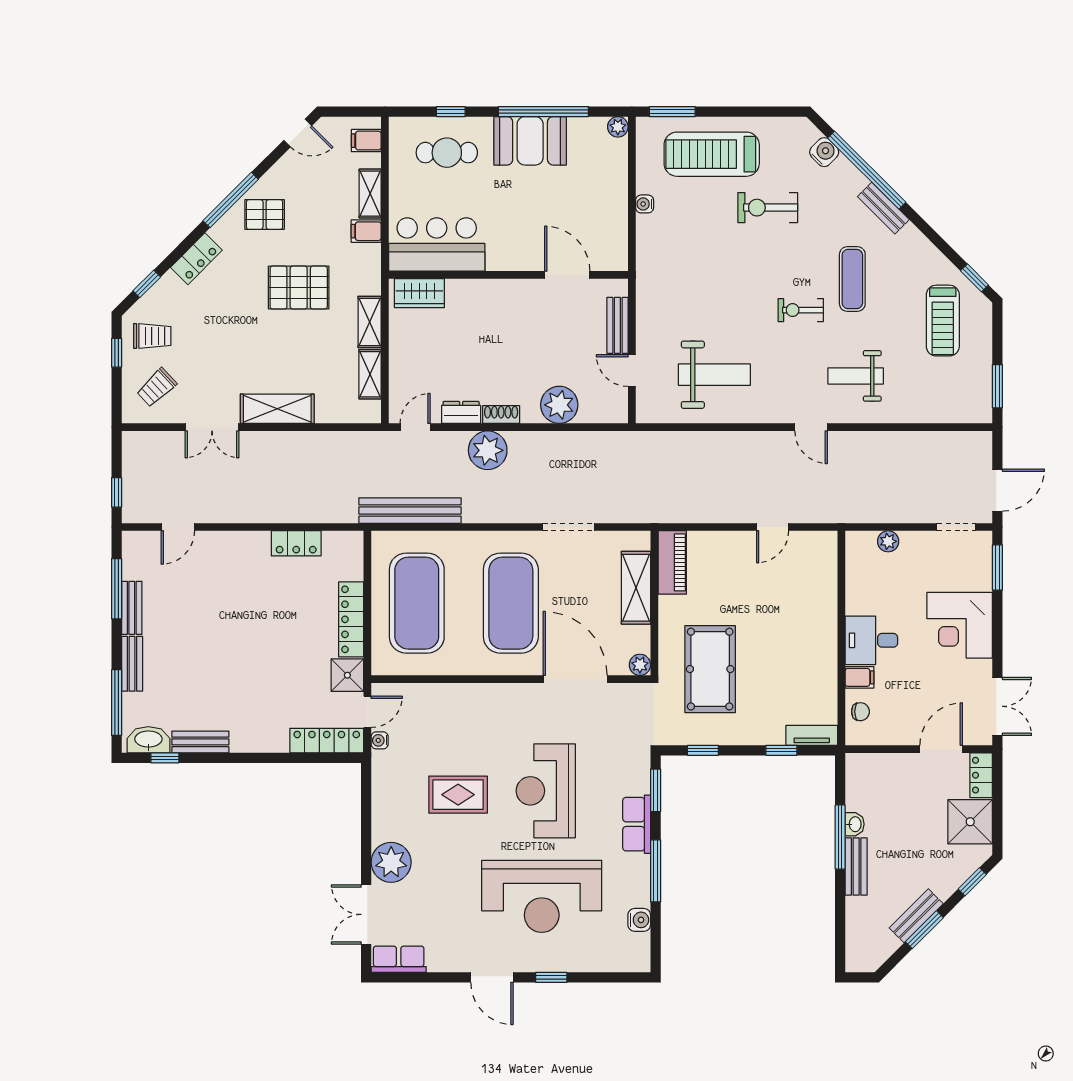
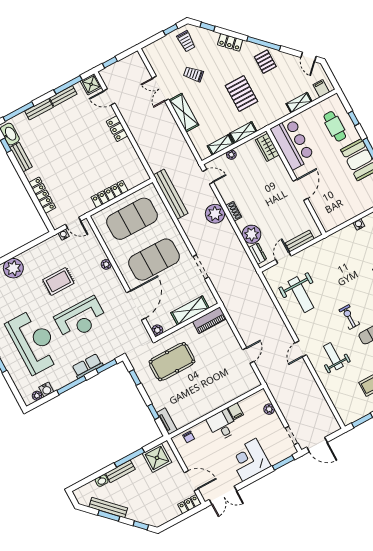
filing cabinet: (366, 231) -> (282, 110), removed
door: (567, 275) -> (300, 190), moved
plant: (398, 364) -> (231, 155), added
trolley: (157, 387) -> (193, 74), moved
dresser: (461, 412) -> (258, 253), moved
door: (773, 527) -> (248, 356), swing flipped
locker: (296, 543) -> (117, 129), moved
shower: (347, 675) -> (91, 84), moved
filing cabinet: (860, 677) -> (236, 411), moved
plant: (474, 693) -> (106, 264), added
locker: (327, 741) -> (42, 195), moved
reception desk: (546, 791) -> (81, 319), turned 180
rug: (458, 795) -> (58, 281), turned 90
shower: (970, 822) -> (157, 458), moved
washbasin: (855, 824) -> (102, 481), moved
reception desk: (542, 896) -> (34, 342), turned 180
bench: (916, 916) -> (108, 508), width x1.36
plant: (641, 943) -> (37, 396), added

